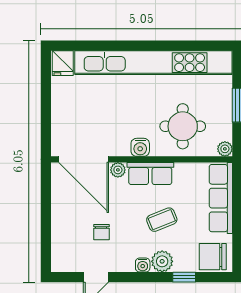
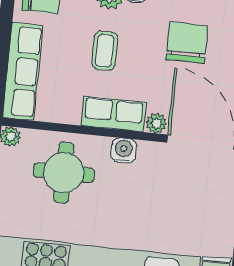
coffee table: (162, 220) -> (105, 51), turned -68
chair: (101, 232) -> (187, 42), width x1.87, depth x1.87

